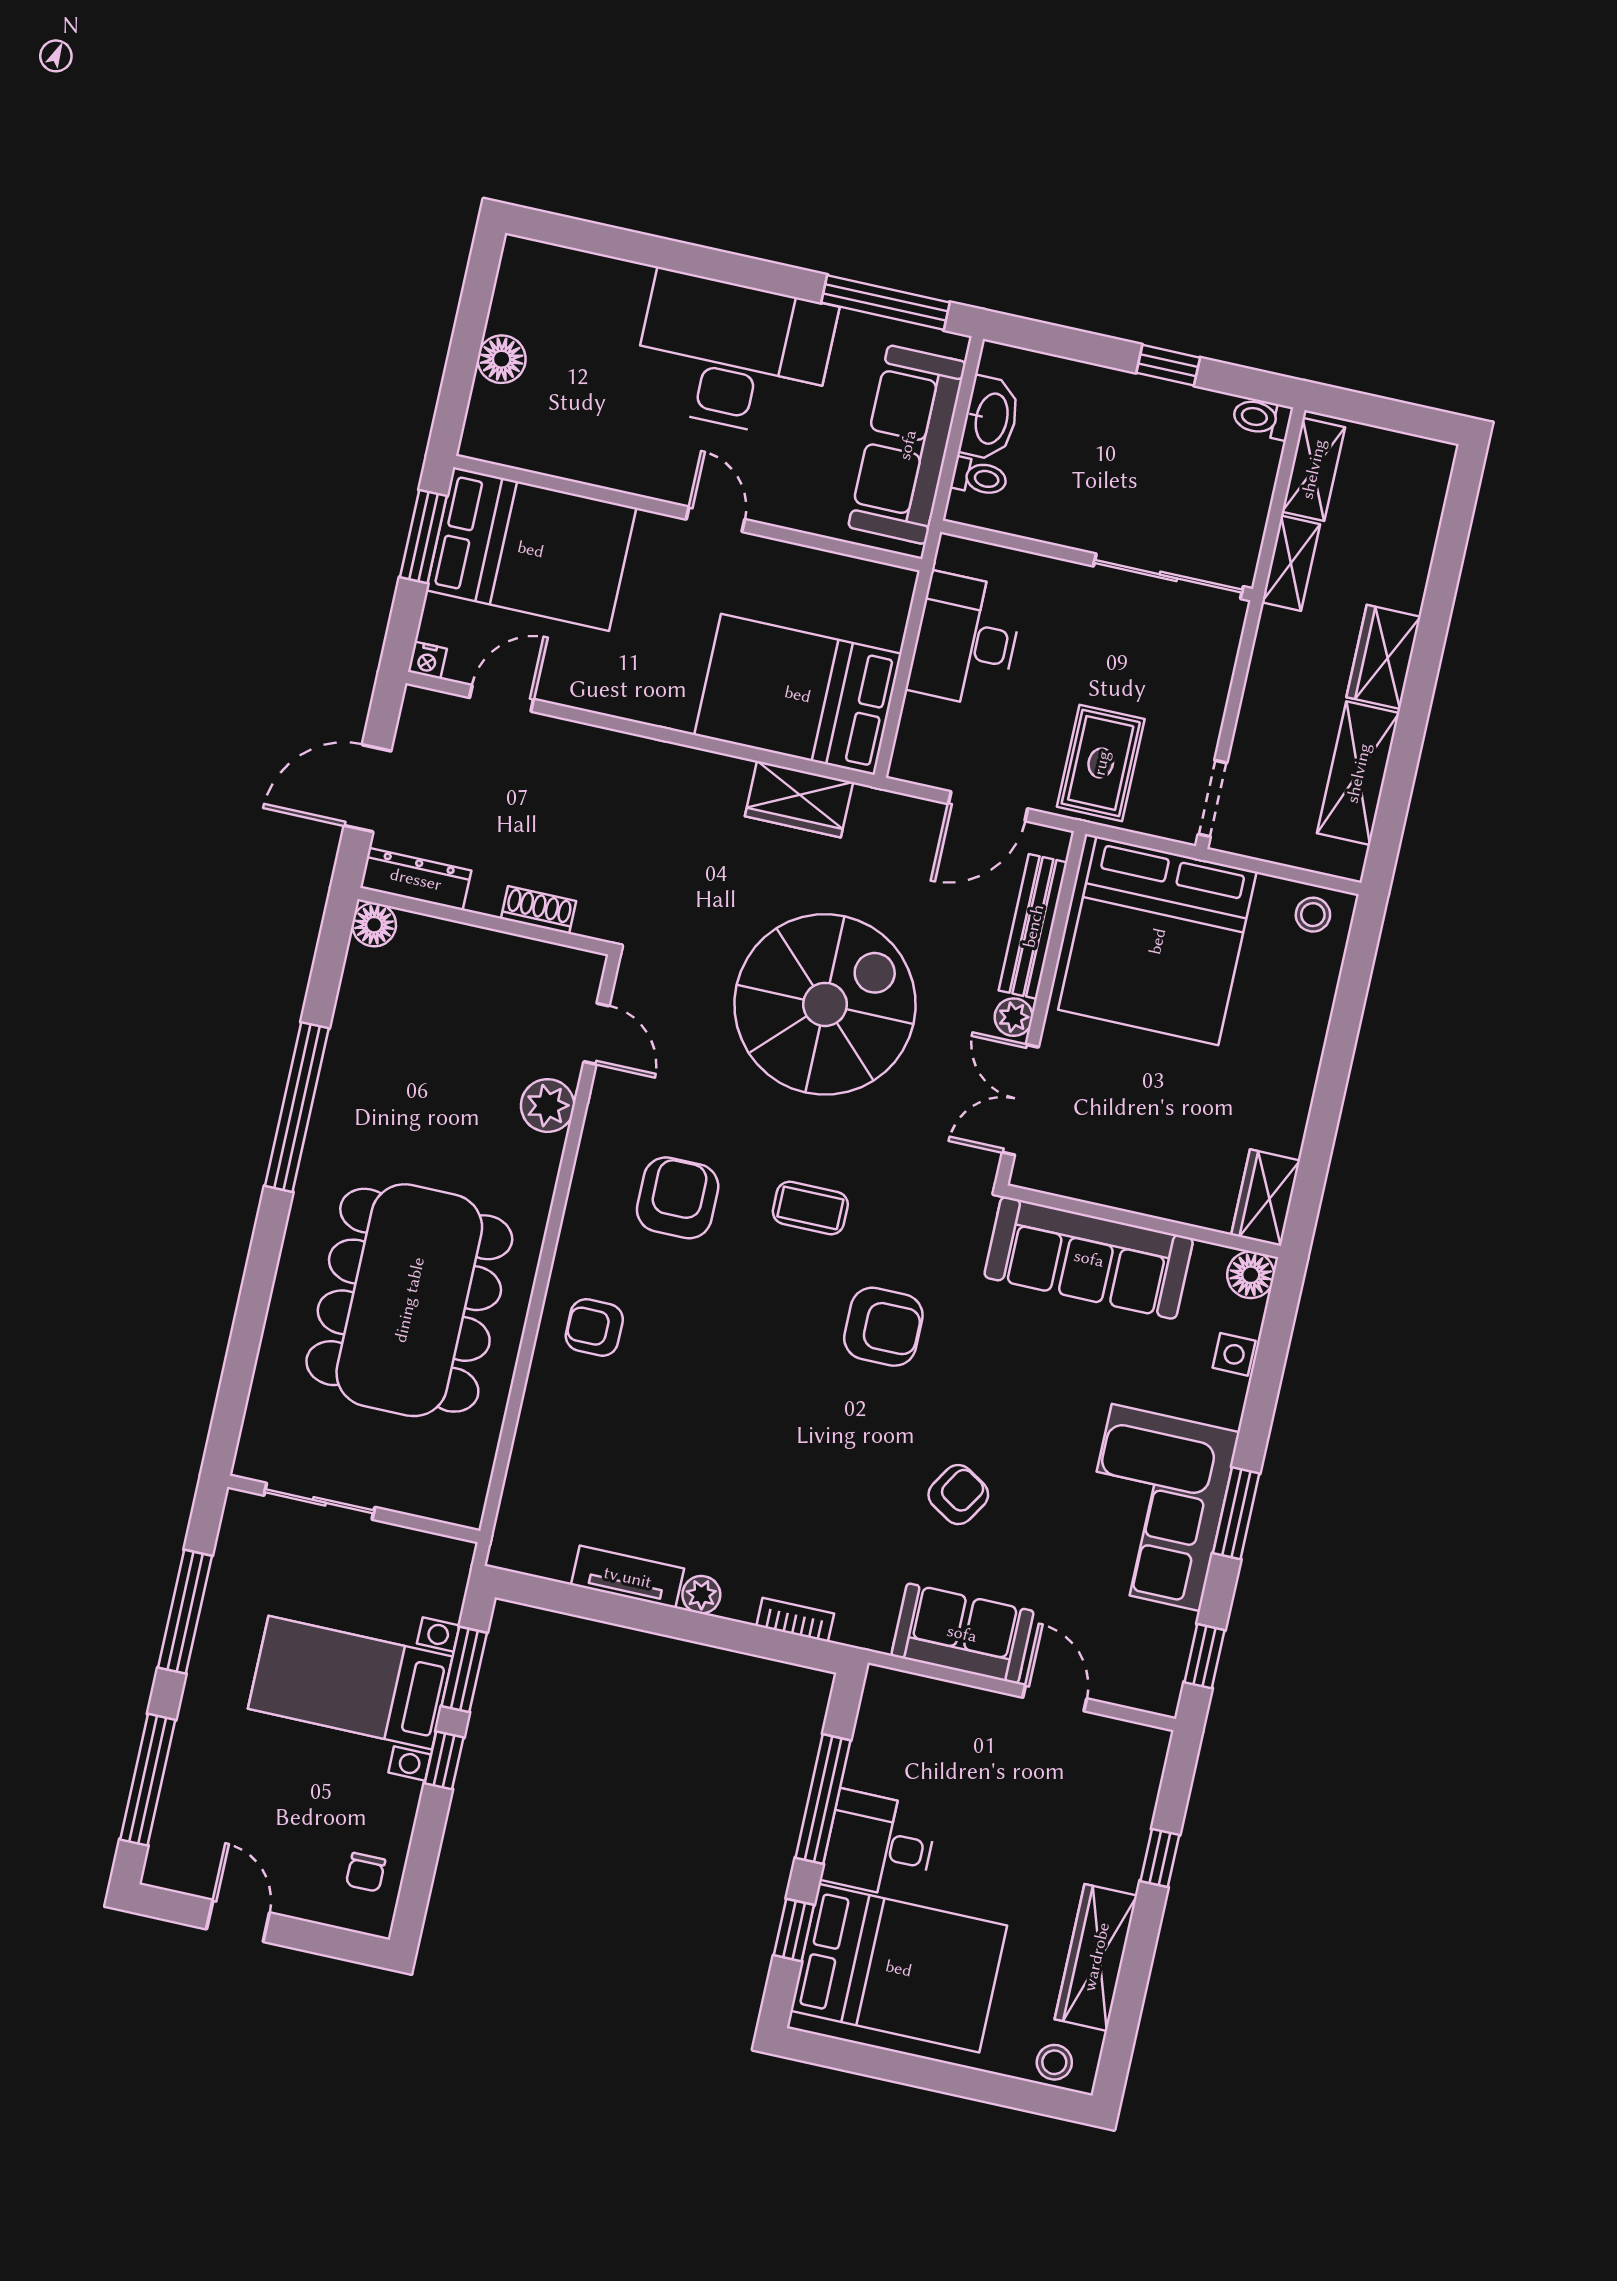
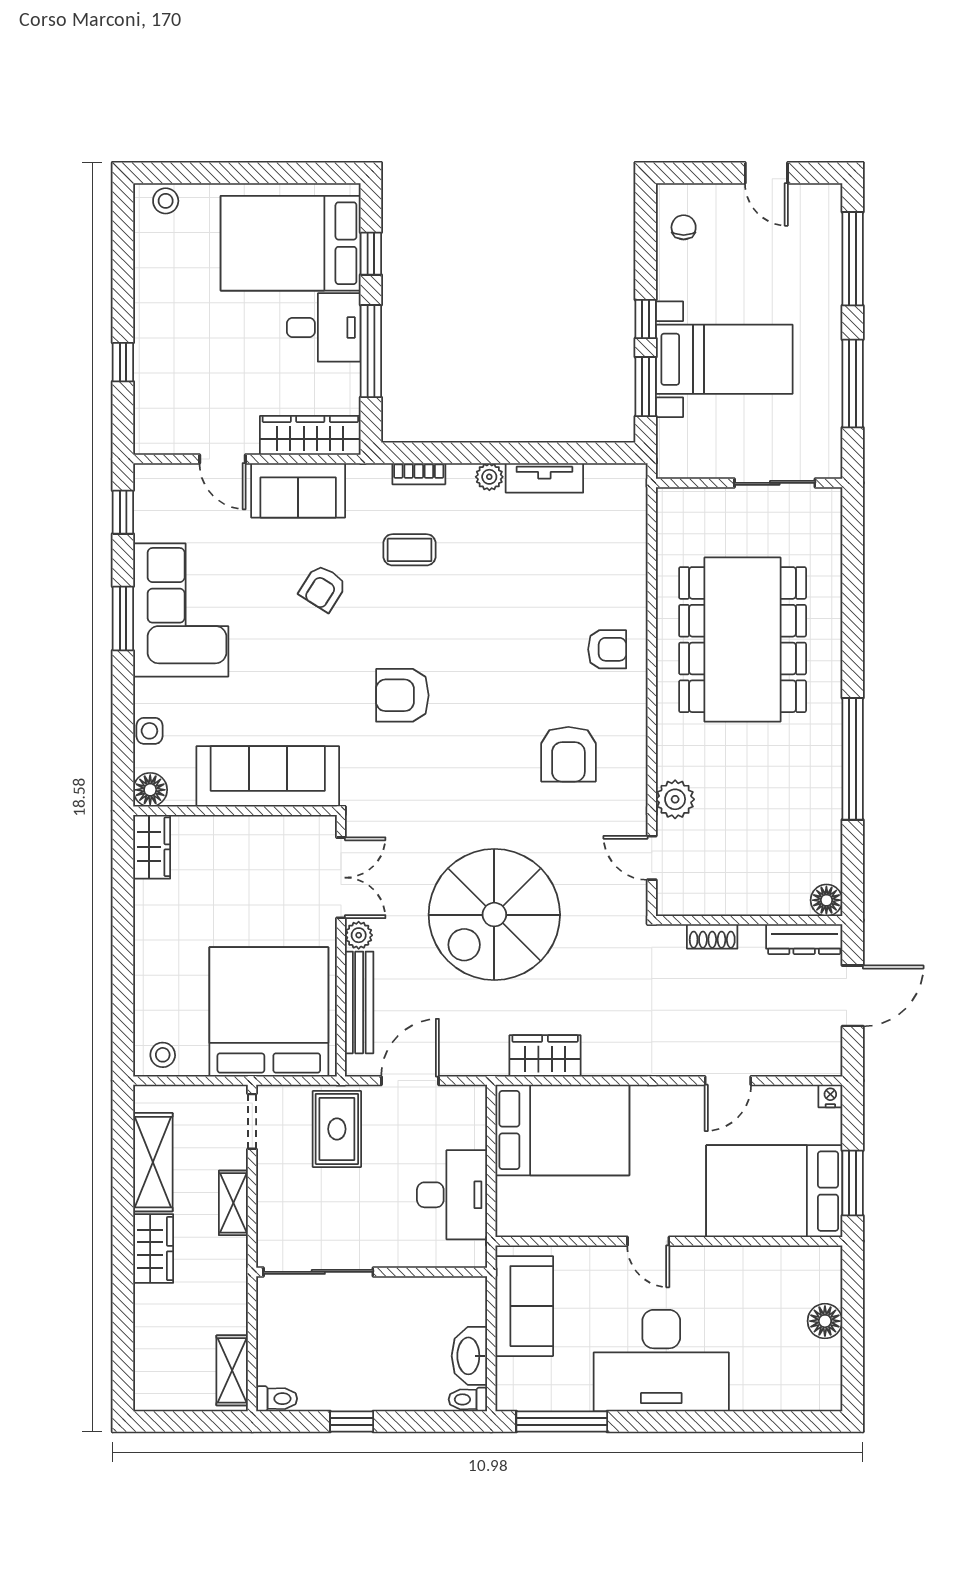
sofa: (907, 445) -> (524, 1306), width x0.73
toilet: (979, 477) -> (468, 1399), moved
shelving: (1291, 563) -> (233, 1203), moved
door: (502, 698) -> (728, 1081), moved
coffee table: (810, 1208) -> (409, 550), moved
wardrobe: (1096, 1957) -> (310, 435), moved, turned -90

